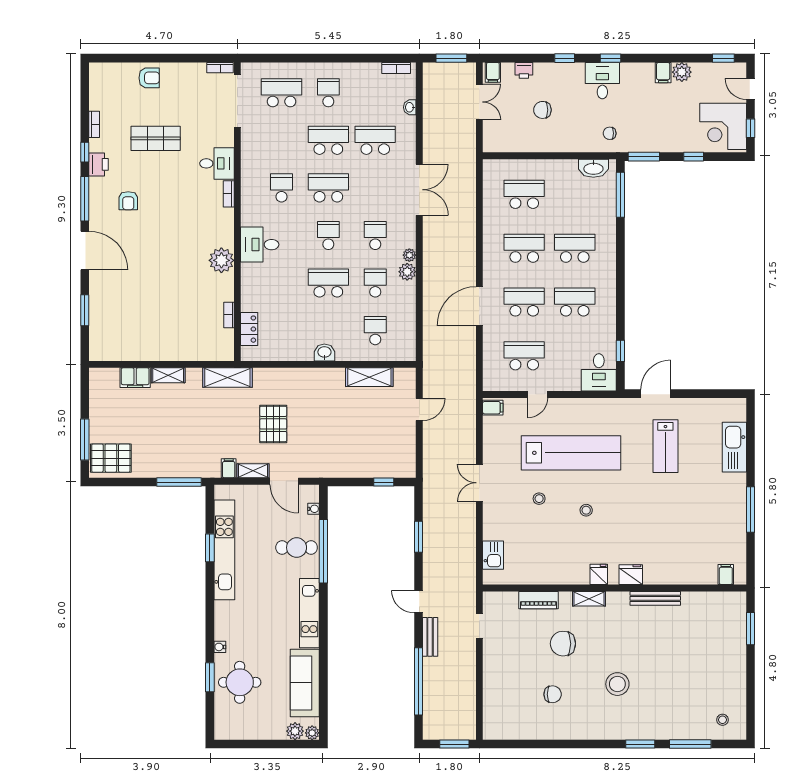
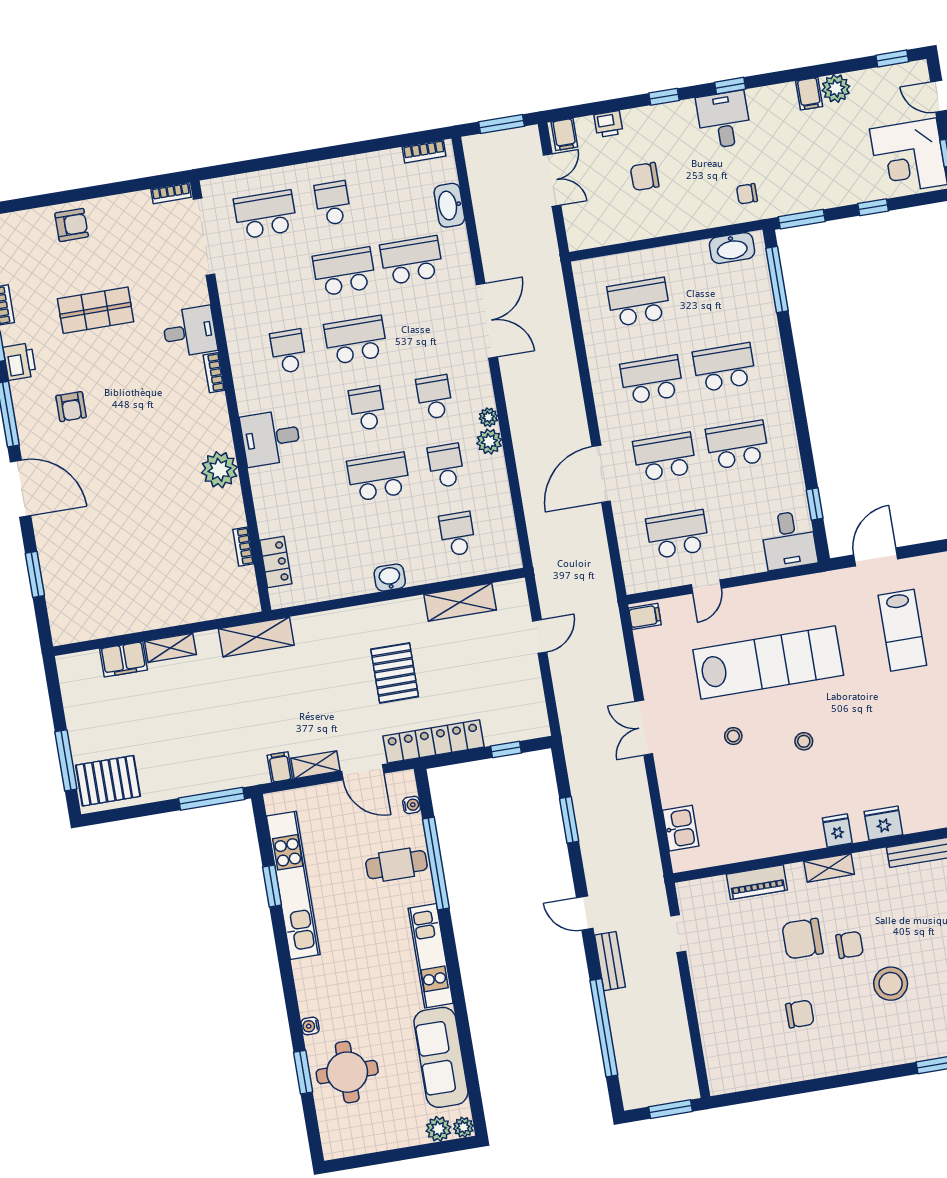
washbasin: (410, 107) -> (449, 205), width x1.91, depth x1.45
pallet: (273, 424) -> (395, 673), moved
locker: (336, 468) -> (434, 741), added
chair: (594, 653) -> (849, 945), added

